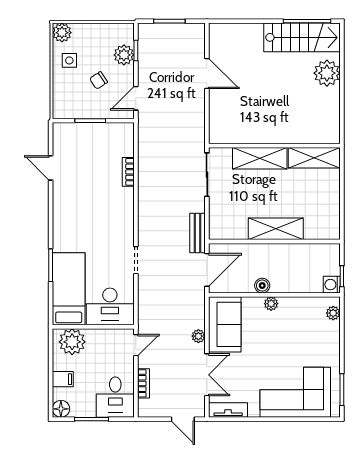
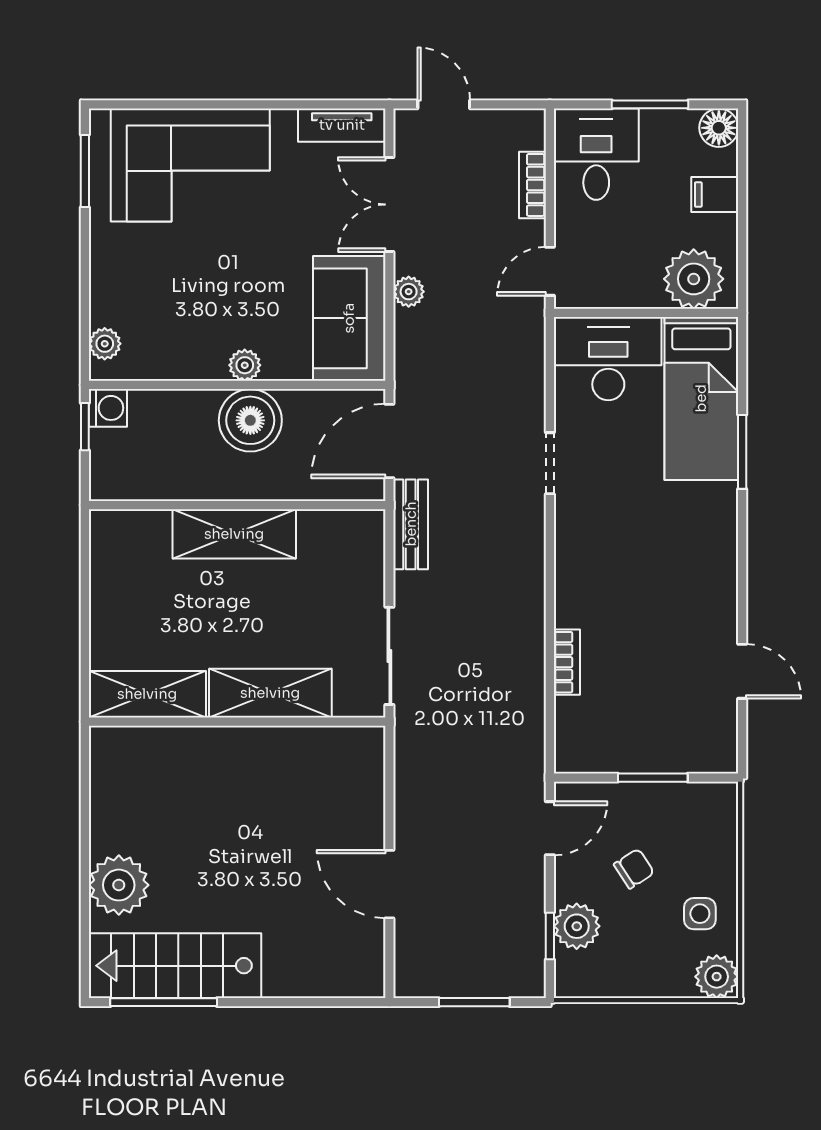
boiler: (262, 286) -> (250, 420), width x1.86, depth x1.86

